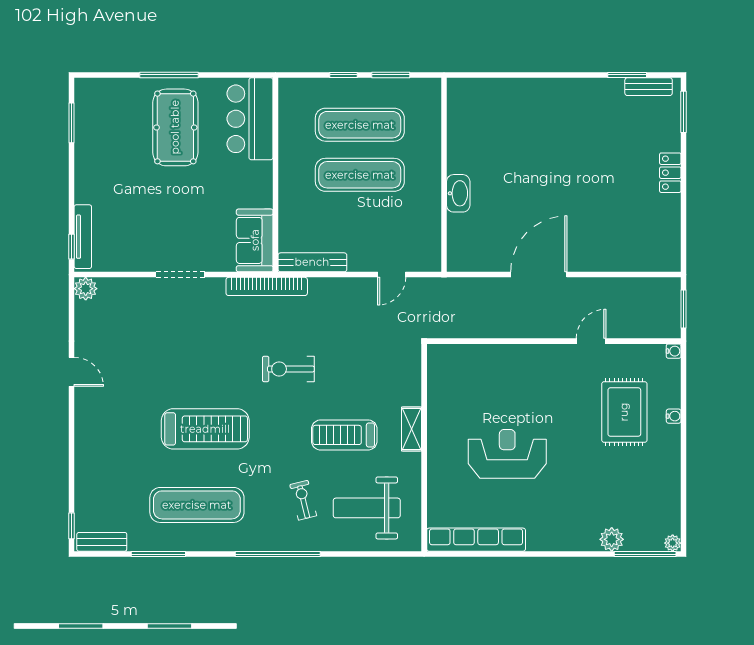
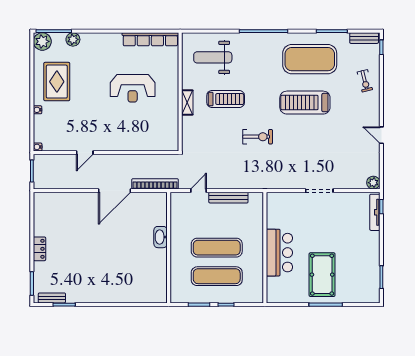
bar counter: (250, 119) -> (279, 253), moved
sofa: (255, 240) -> (277, 210), removed
bench: (312, 262) -> (228, 198), moved
bookcase: (267, 286) -> (155, 184), moved
rug: (624, 412) -> (57, 82), moved
exercise bike: (303, 500) -> (365, 81), moved
exercise mat: (197, 505) -> (310, 59), width x1.47
weight bench: (367, 508) -> (213, 57), turned 180
plant: (673, 543) -> (42, 41), width x1.88, depth x1.88

